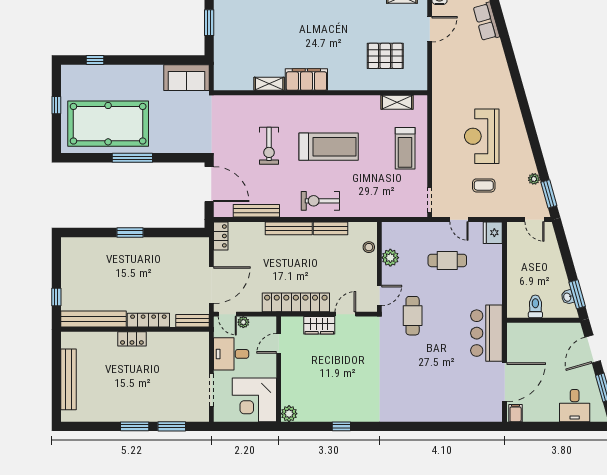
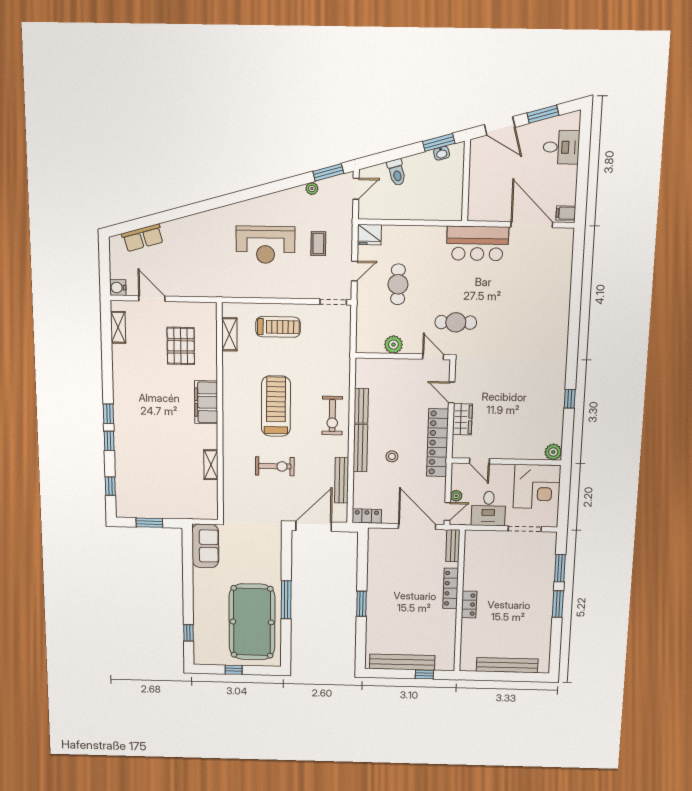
filing cabinet: (306, 80) -> (206, 402), moved
stool: (369, 247) -> (392, 456), moved
toilet: (535, 306) -> (397, 172), moved, turned -106
bench: (94, 319) -> (402, 662), moved, turned 90

